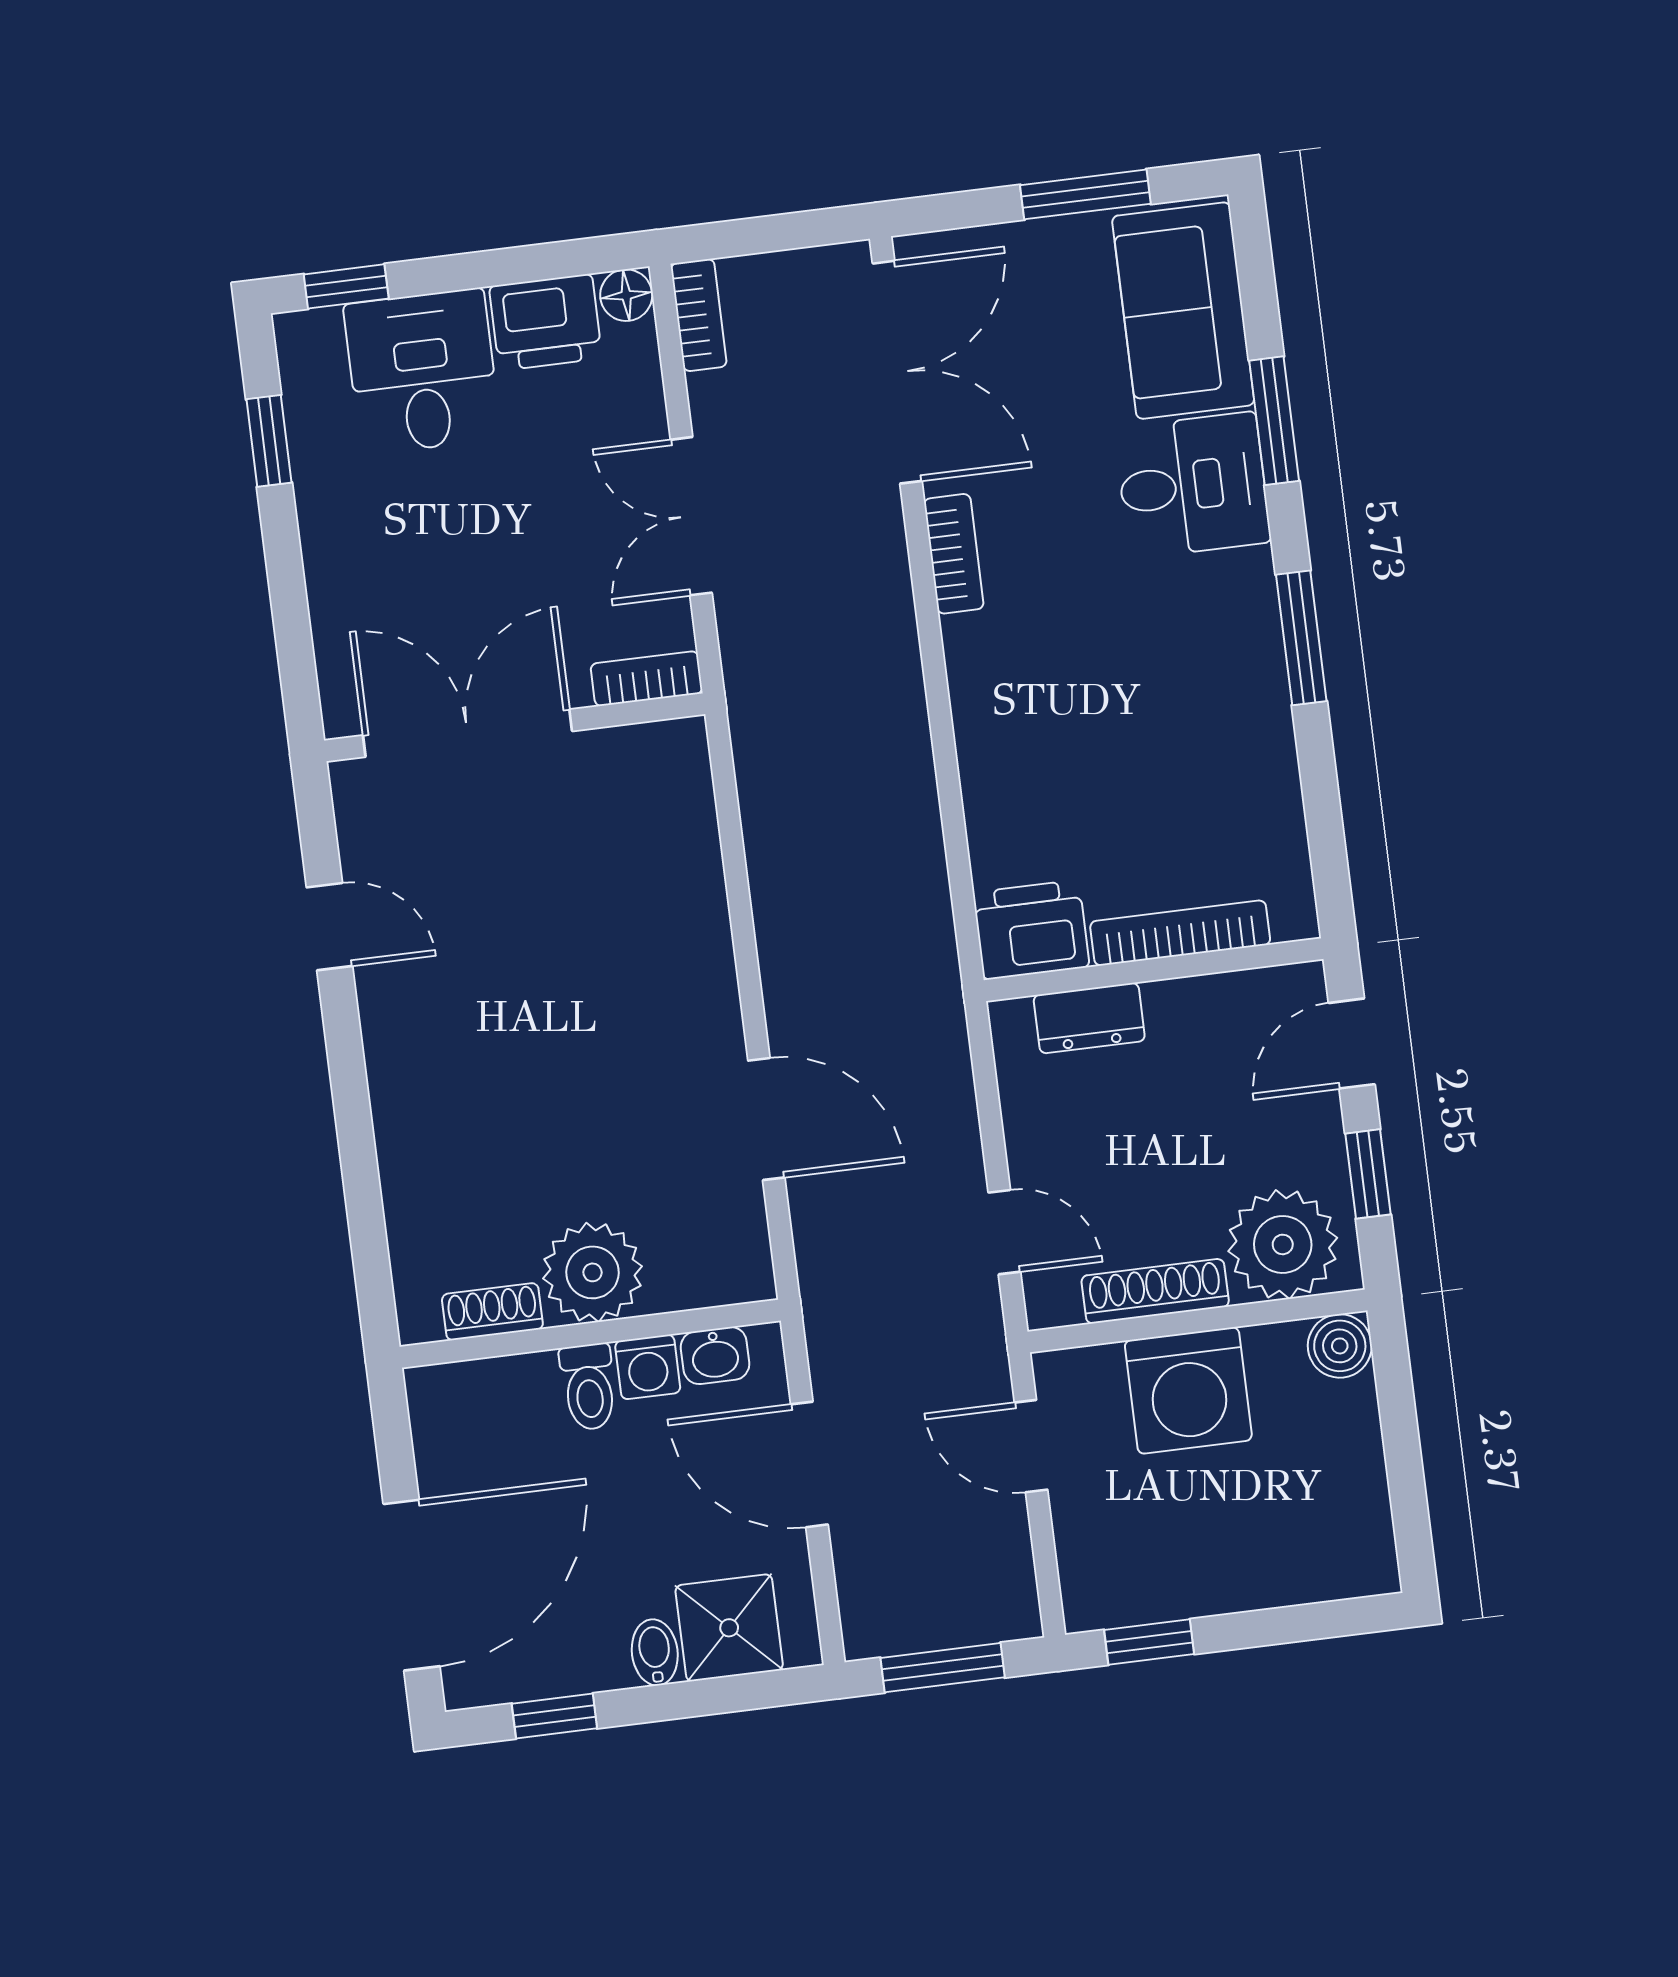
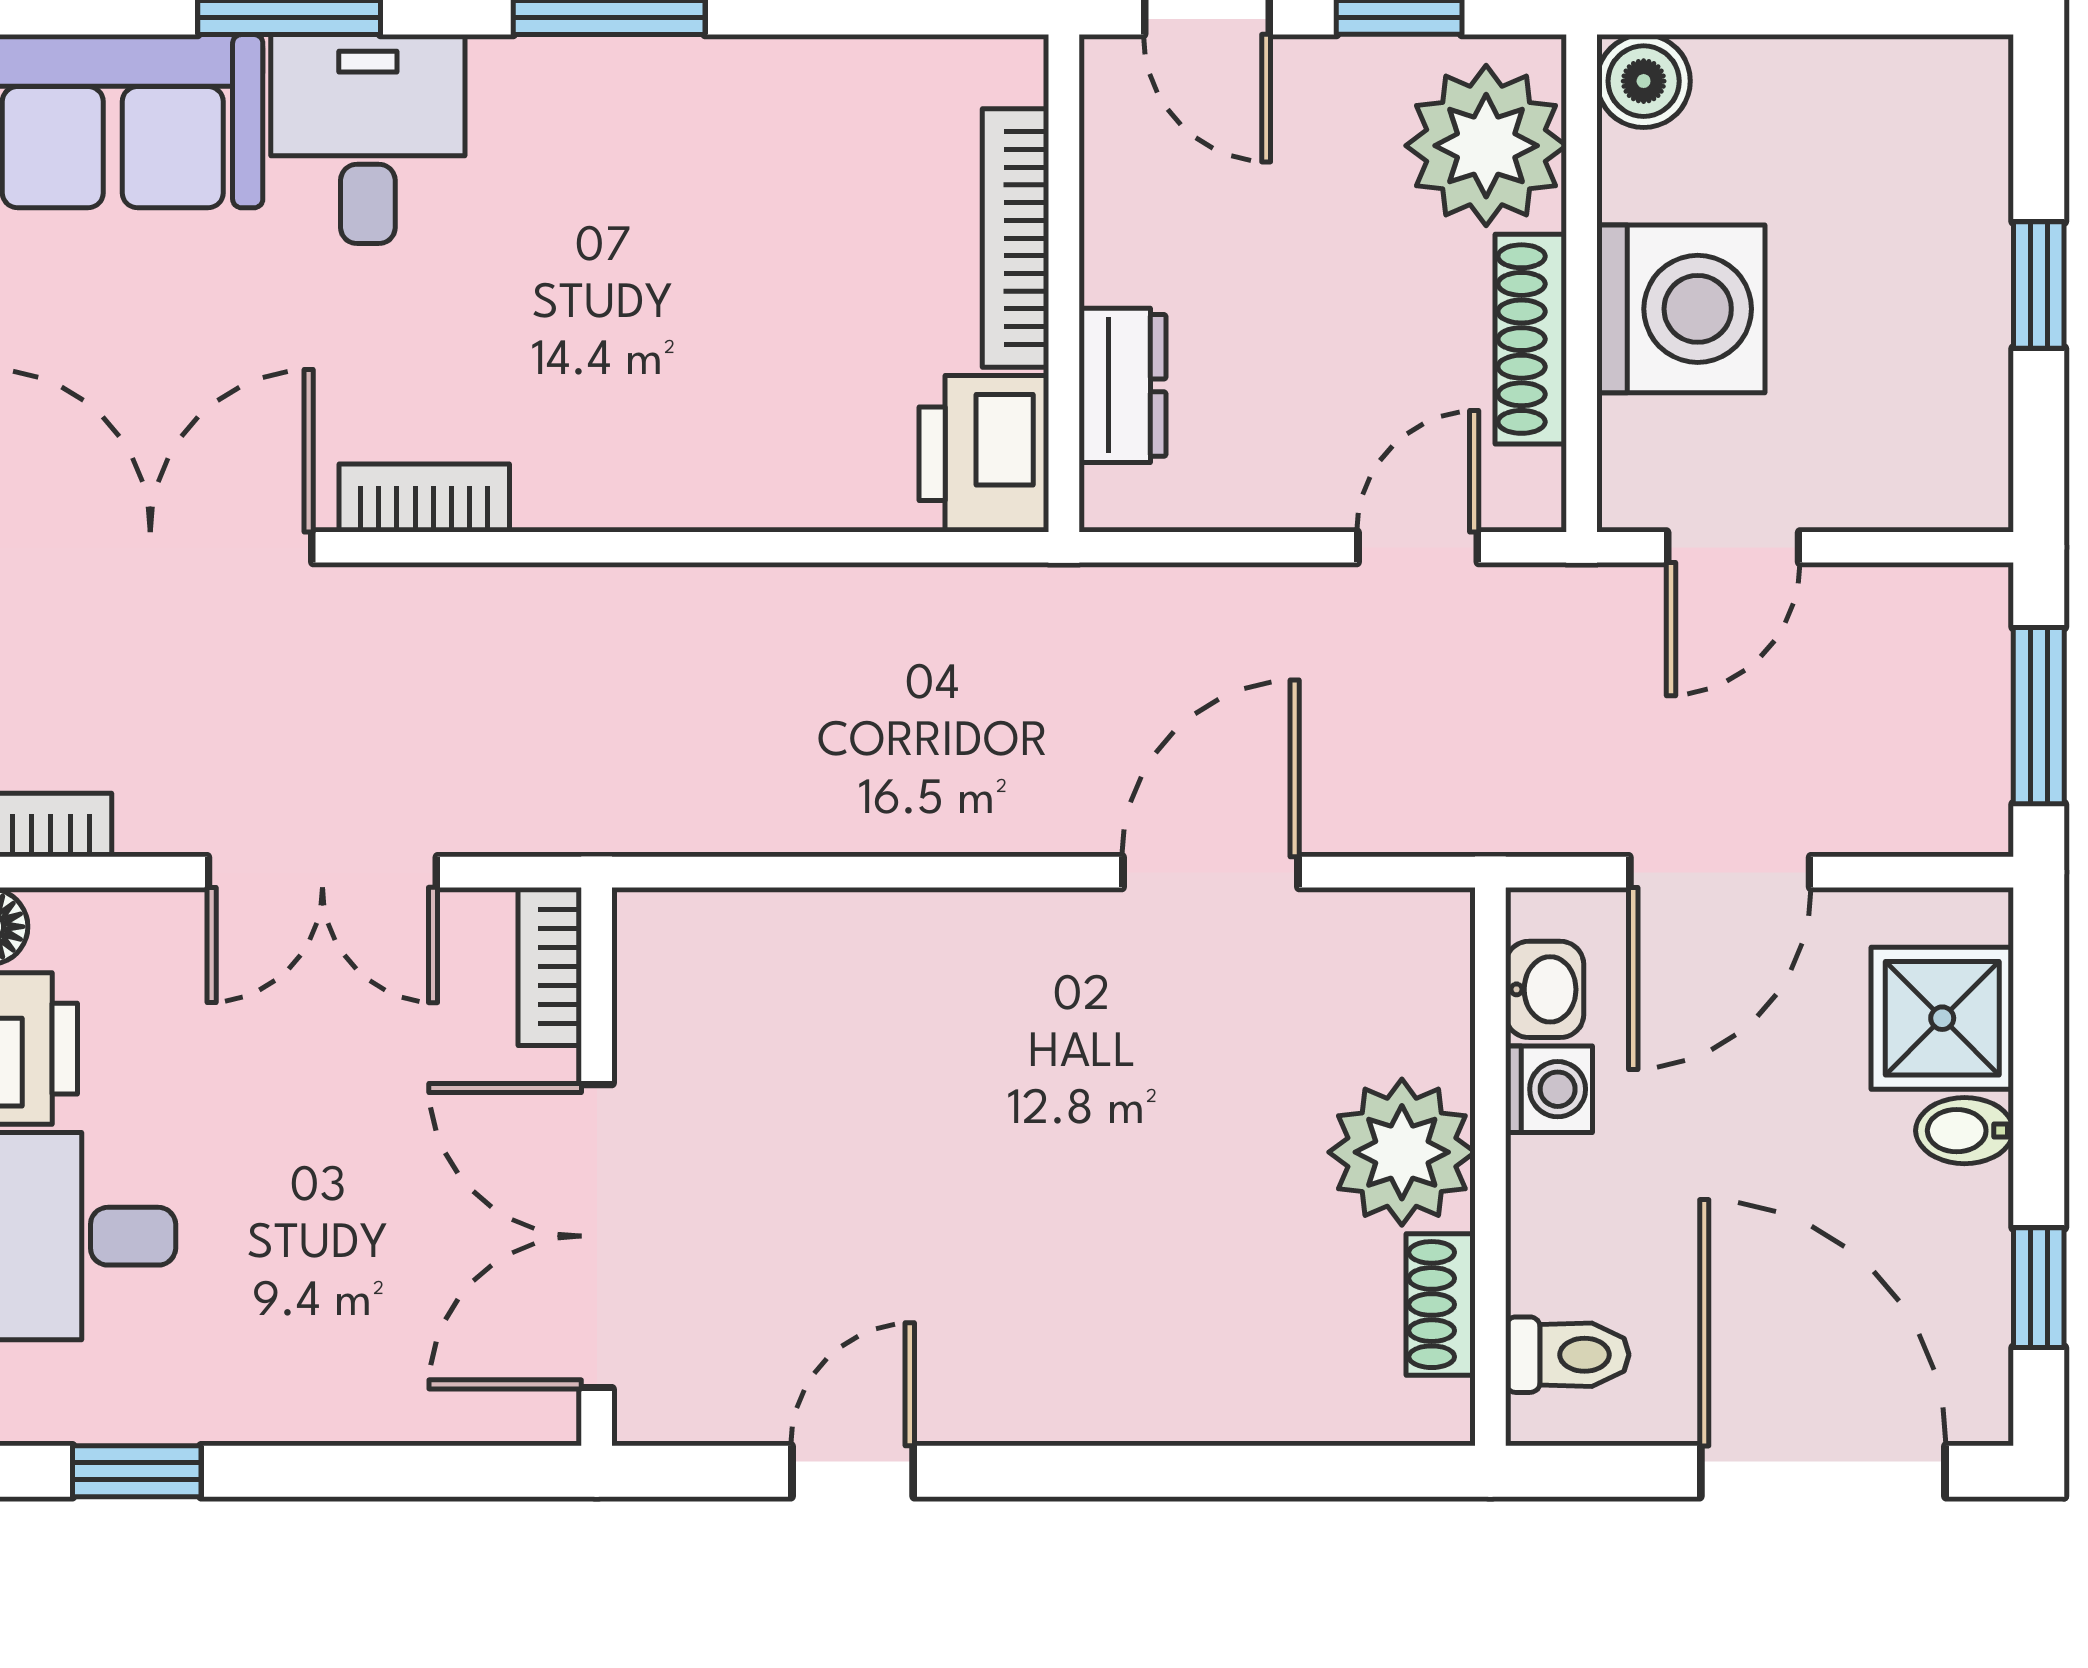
toilet: (589, 1387) -> (1567, 1355), moved
window: (1149, 1642) -> (2039, 285), moved

